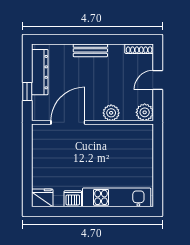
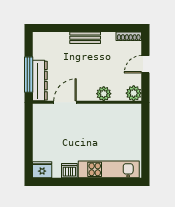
dresser: (40, 72) -> (40, 81), moved
window: (27, 91) -> (29, 75), width x2.17
door: (68, 122) -> (65, 102), width x0.73

